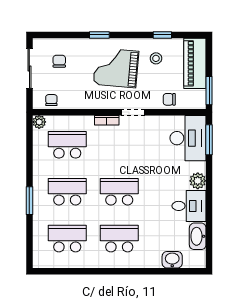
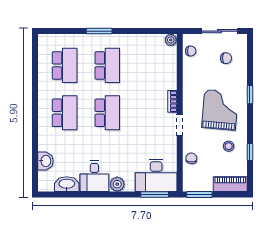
piano: (195, 63) -> (230, 184), width x0.73, depth x0.75
school desk: (67, 145) -> (150, 65), removed

